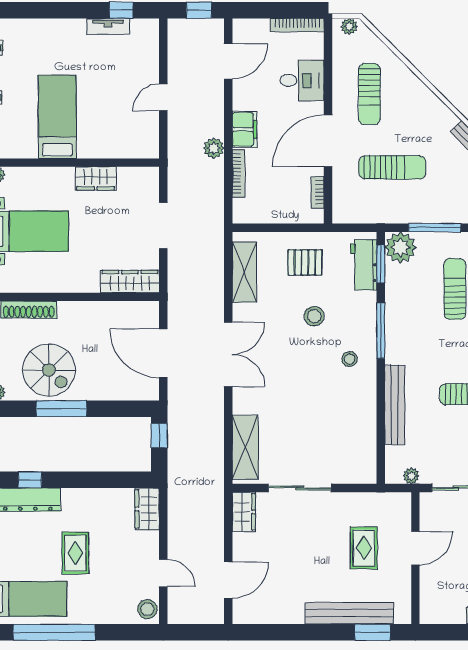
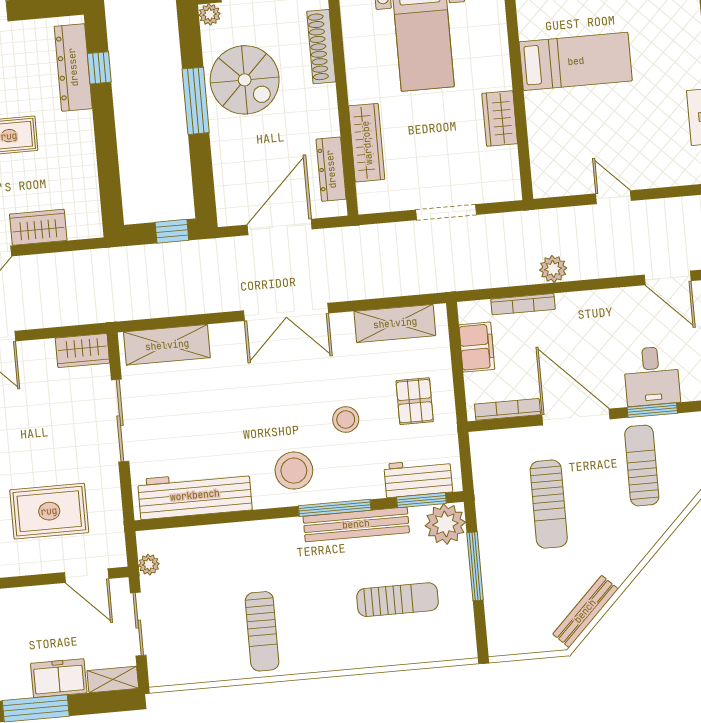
window: (328, 82) -> (652, 410), added
sun lounger: (369, 94) -> (642, 466), turned 90
filing cabinet: (245, 129) -> (477, 347), moved, turned -90
bookcase: (318, 192) -> (508, 409), width x1.56
wardrobe: (130, 281) -> (367, 143), moved
dresser: (123, 310) -> (331, 169), added
stool: (350, 359) -> (294, 471), width x1.89, depth x1.89
spiral stairs: (49, 370) -> (245, 80), turned -90
bench: (395, 405) -> (356, 524), moved
workbench: (361, 436) -> (195, 495), added
wardrobe: (147, 509) -> (38, 227), moved
rug: (364, 548) -> (49, 511), width x1.36, depth x1.43
door: (415, 548) -> (87, 576), moved

